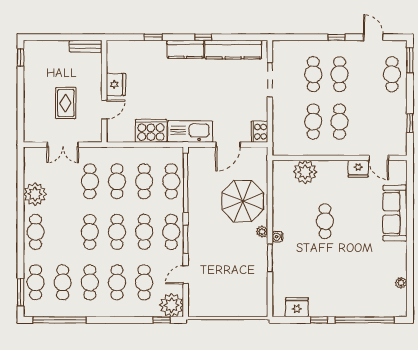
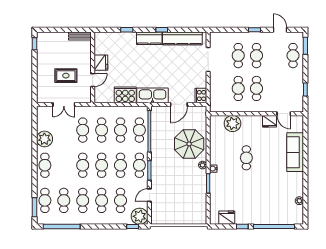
rug: (66, 103) -> (66, 76), turned 90

